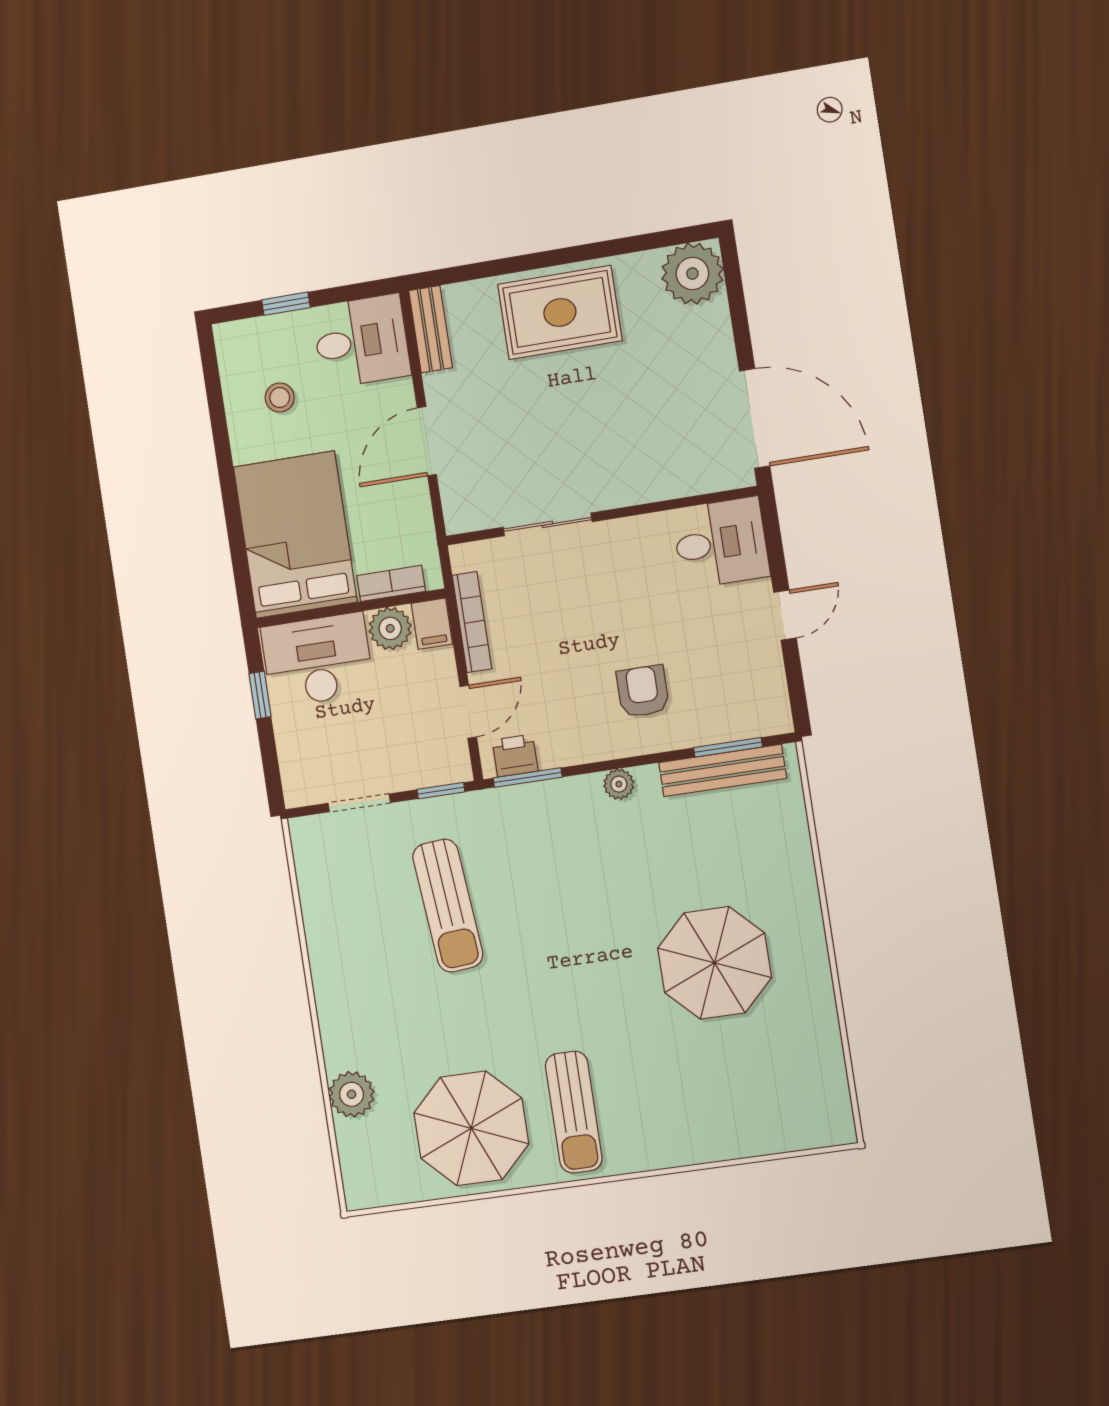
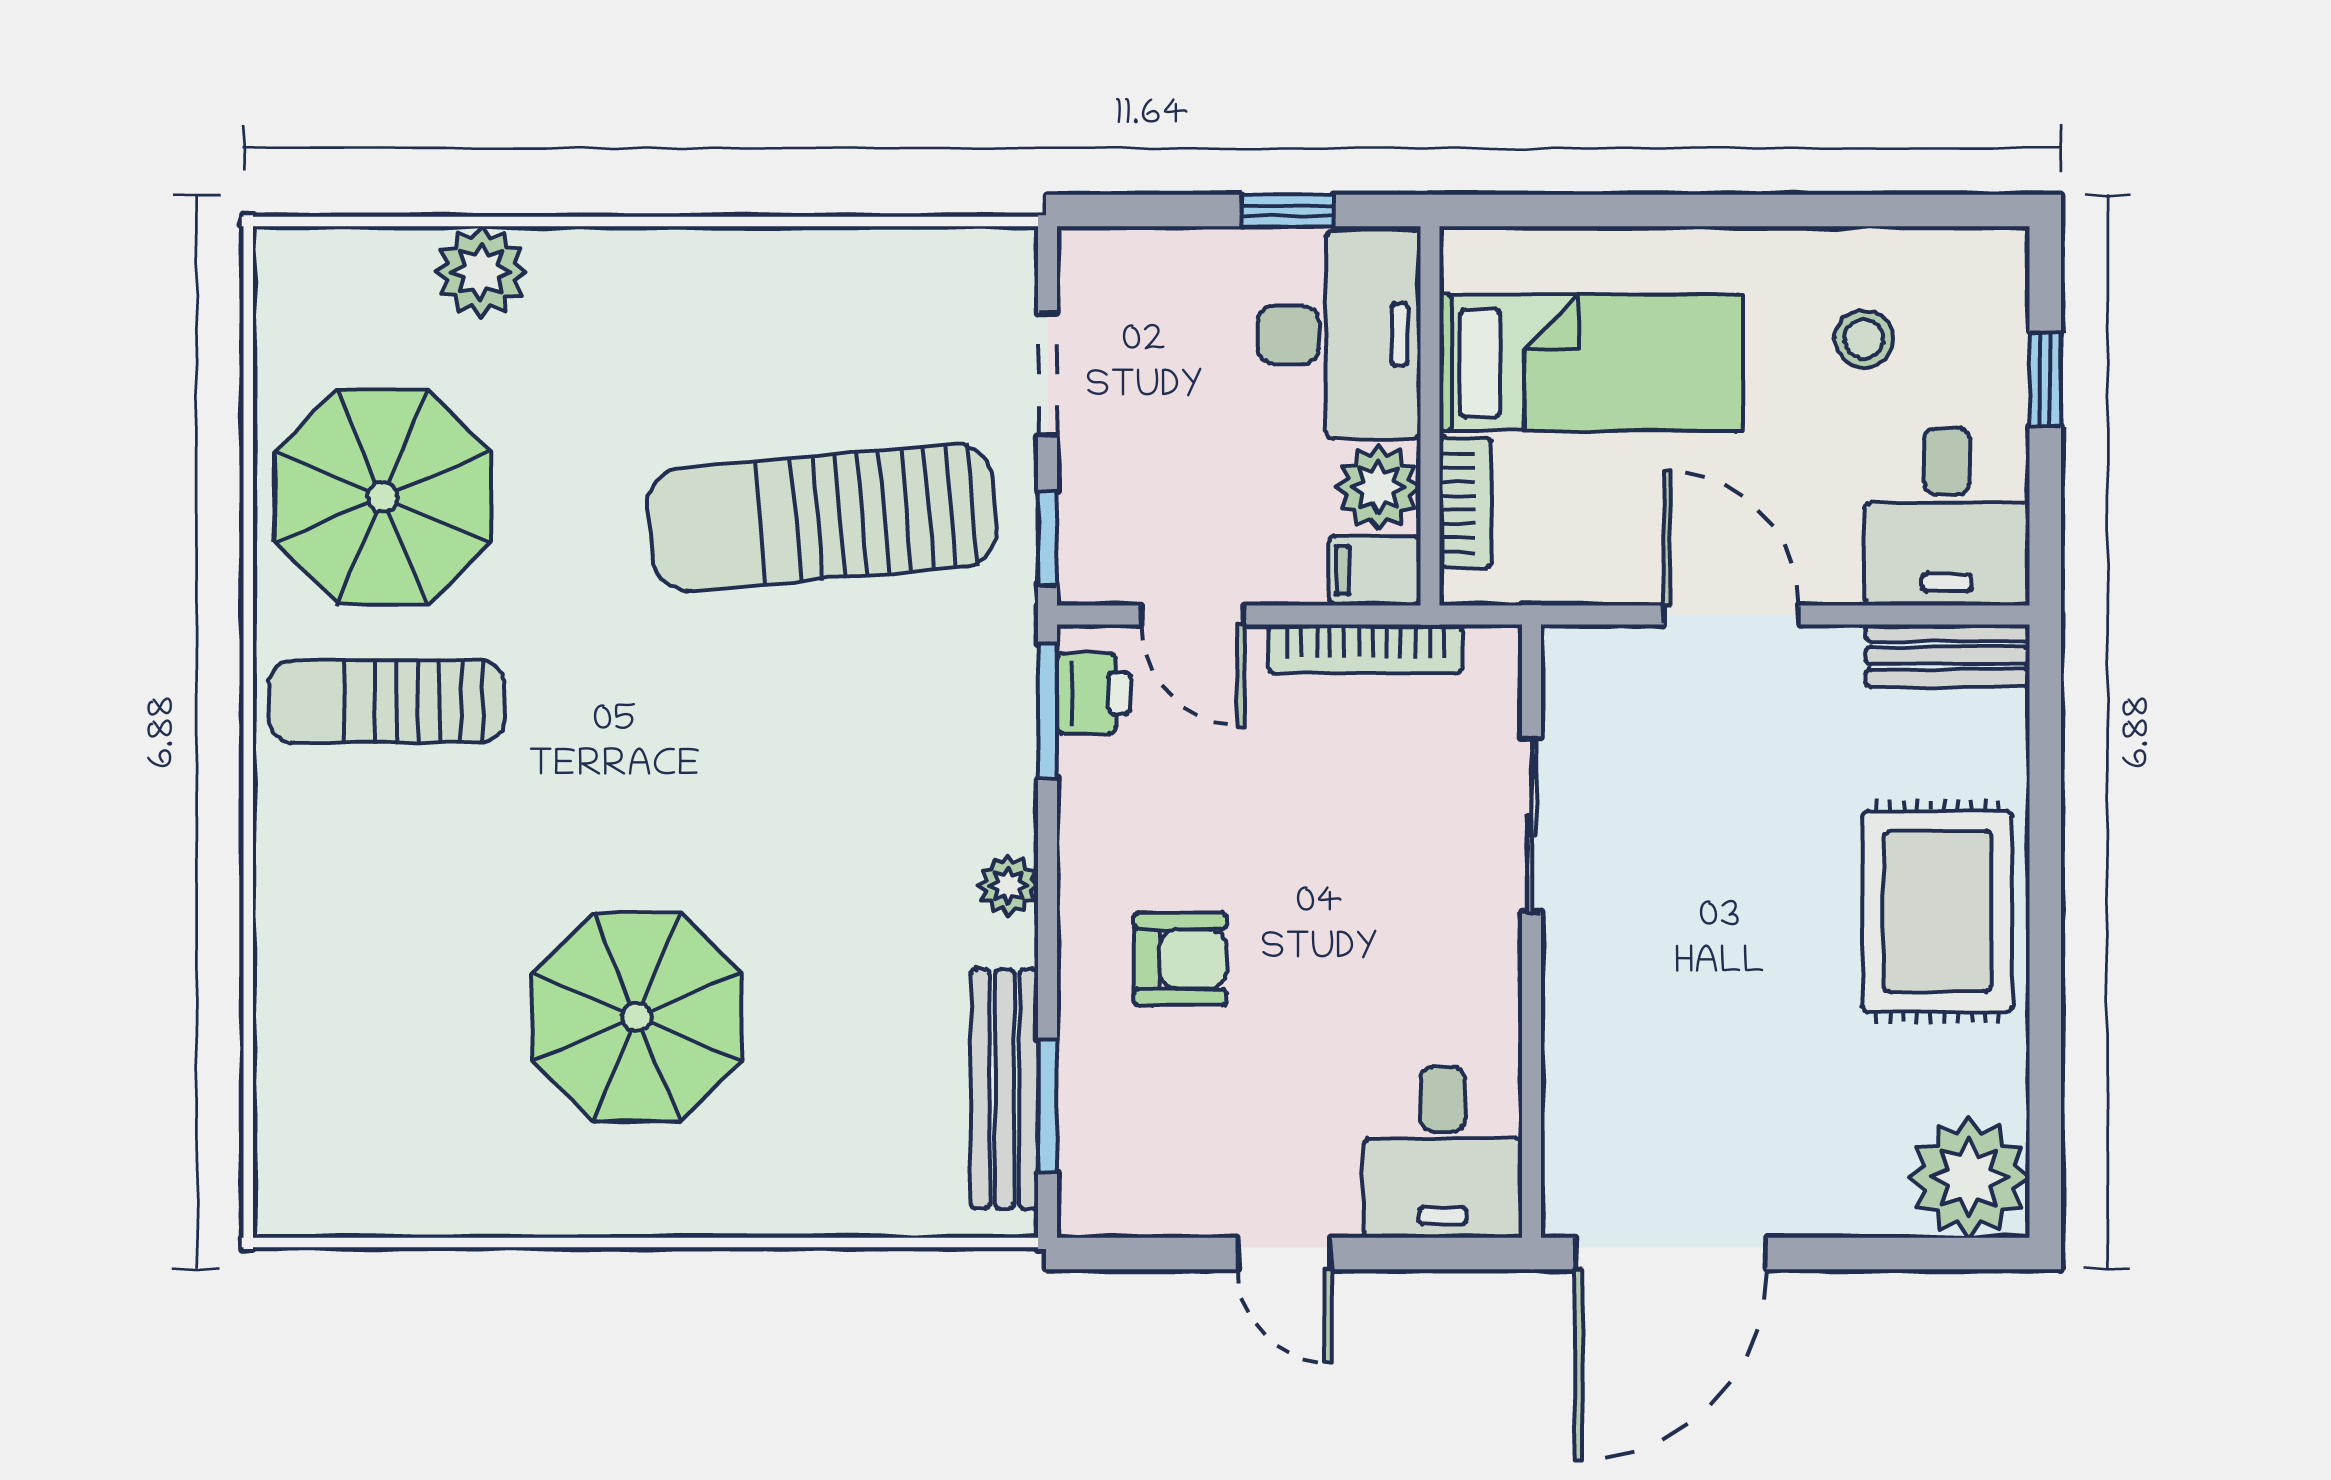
bed: (295, 535) -> (1591, 363), width x0.67
sun lounger: (448, 906) -> (822, 517), width x1.36, depth x1.34

